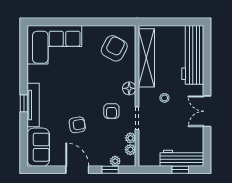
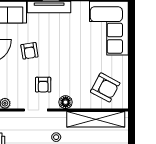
armchair: (111, 111) -> (43, 85), turned -90
plant: (130, 138) -> (17, 103), removed

